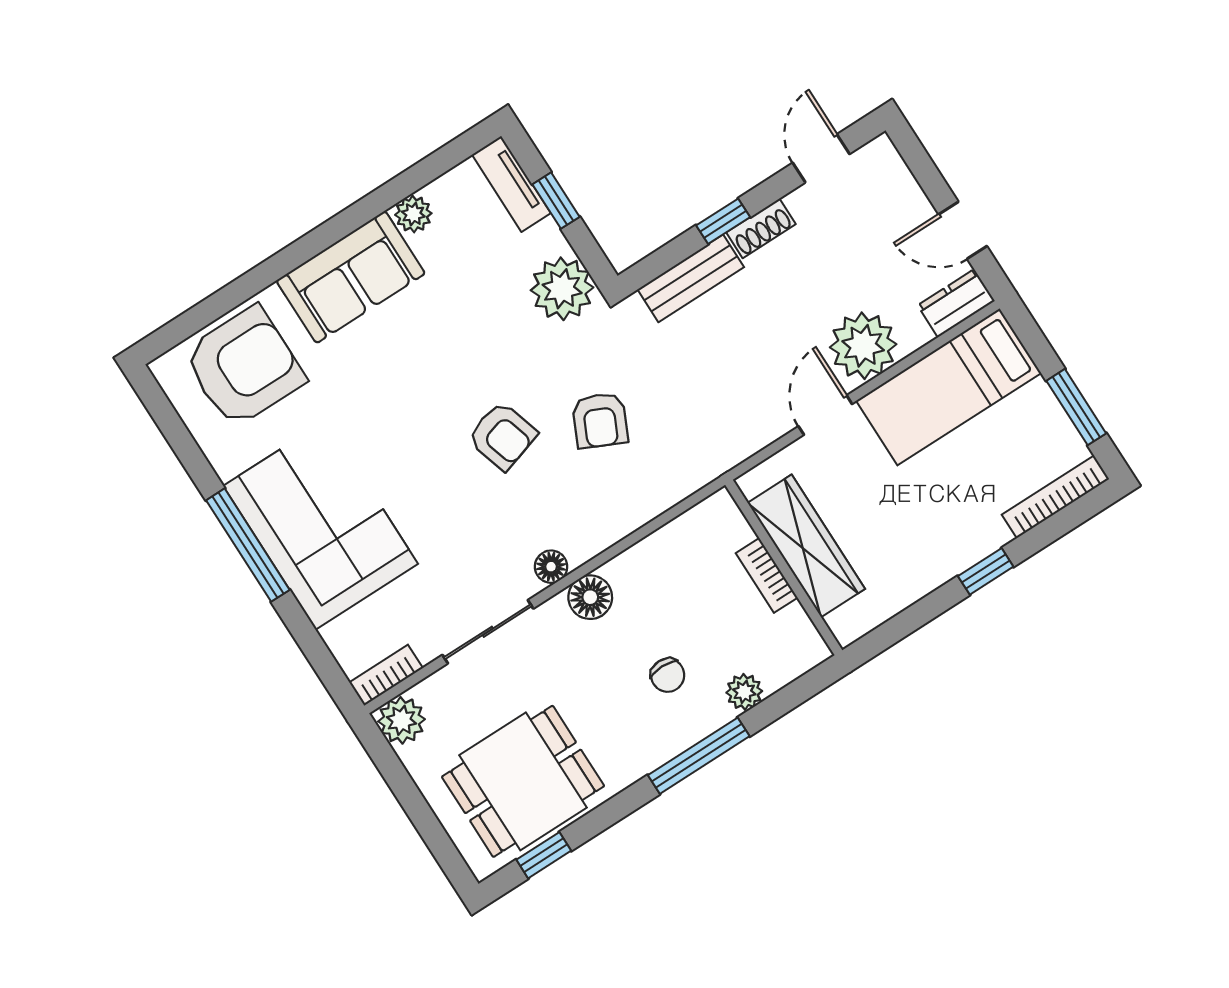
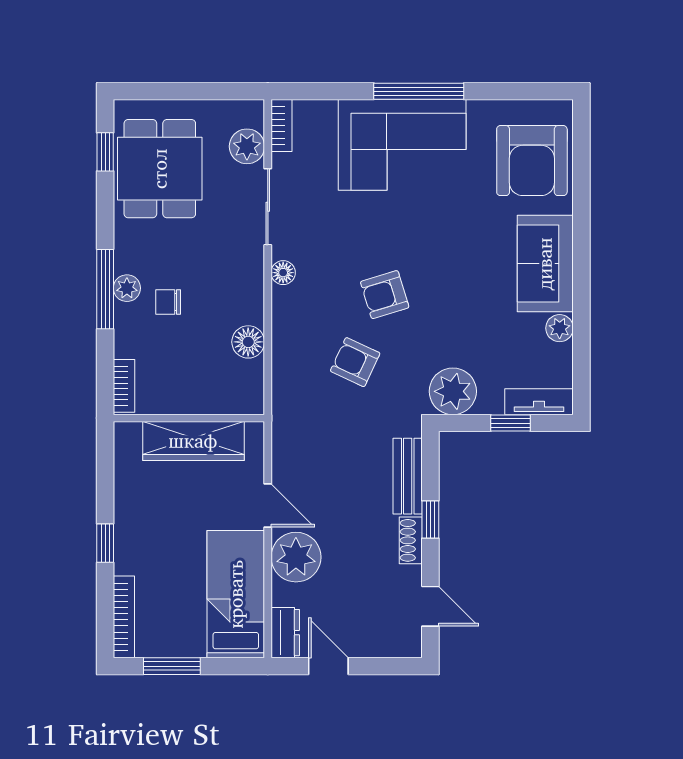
door: (963, 230) -> (328, 666), hinge flipped
bookcase: (767, 575) -> (124, 386), moved, turned 90
floor lamp: (590, 597) -> (248, 342), moved
plant: (744, 692) -> (127, 288), moved
plant: (402, 720) -> (247, 146), moved

